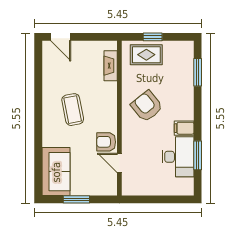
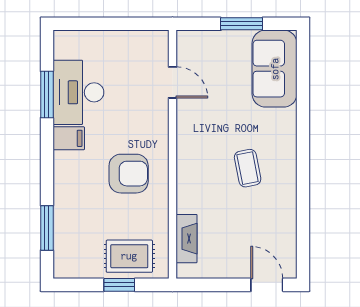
armchair: (147, 106) -> (129, 174), turned -51
coffee table: (73, 110) -> (248, 168), width x0.73, depth x0.77
armchair: (106, 142) -> (194, 116), removed

